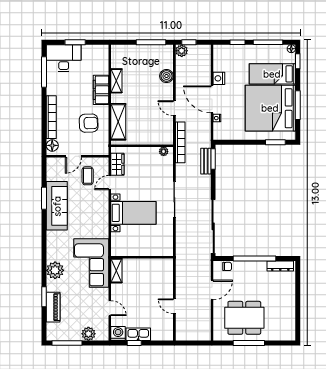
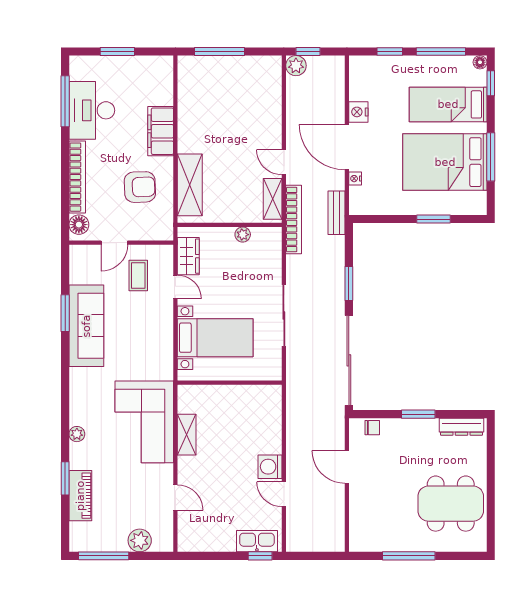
window: (151, 42) -> (219, 52), moved
desk: (64, 58) -> (92, 110), moved, turned -90
boiler: (166, 76) -> (271, 108), removed
shelving: (116, 81) -> (273, 199), moved
bed: (270, 108) -> (445, 162), width x0.73
window: (275, 142) -> (434, 219), moved
plant: (164, 151) -> (243, 235), moved
window: (213, 159) -> (349, 283), moved
bench: (206, 161) -> (337, 213), moved
door: (110, 183) -> (175, 287), swing flipped
wall: (142, 257) -> (230, 383), moved
window: (254, 258) -> (418, 414), width x0.47
plant: (55, 270) -> (77, 434), width x0.53, depth x0.53
door: (212, 290) -> (347, 467), swing flipped
dining table: (244, 318) -> (451, 504), moved
washing machine: (118, 334) -> (270, 467), moved, turned -90
kitchen sink: (138, 334) -> (257, 541), moved
window: (134, 343) -> (260, 556), moved

